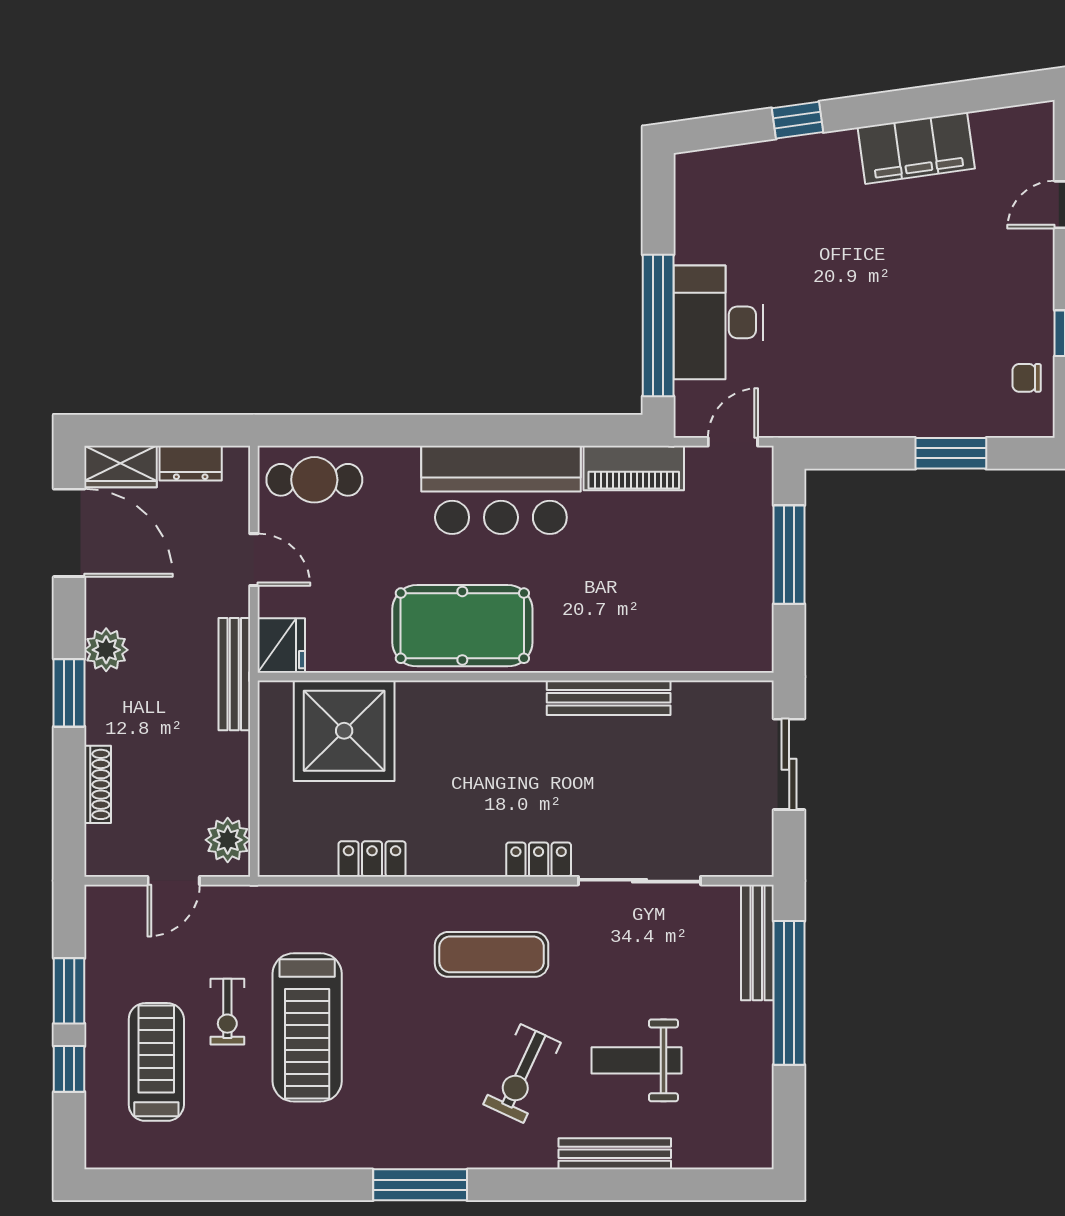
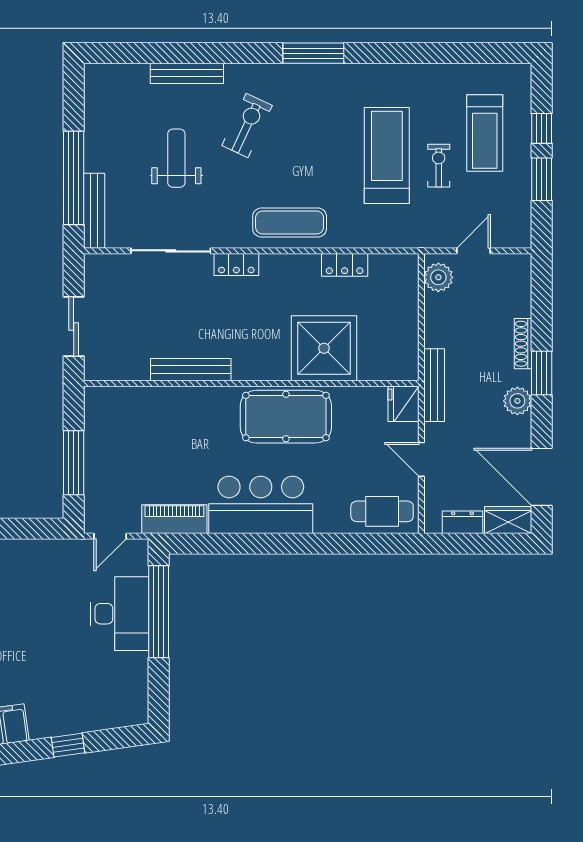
shower: (344, 731) -> (324, 348), moved
shoe rack: (98, 784) -> (523, 344), moved
exercise mat: (492, 954) -> (290, 223), moved
weight bench: (636, 1060) -> (176, 158), moved, turned -90

